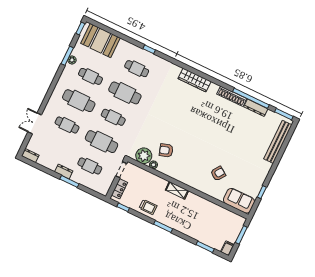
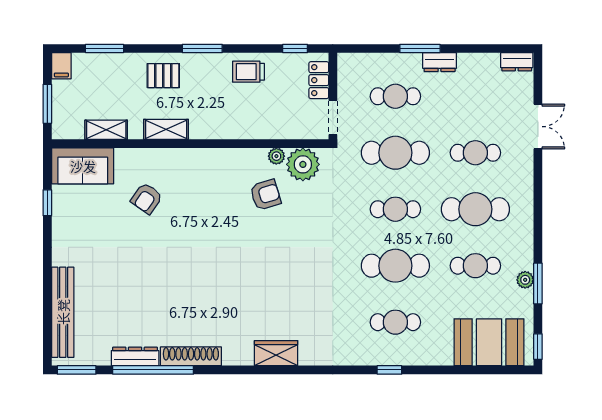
wardrobe: (194, 80) -> (276, 353), width x0.67
shelving: (177, 190) -> (166, 129), moved
shelving: (221, 211) -> (106, 130), added
pallet: (185, 223) -> (163, 76), added

